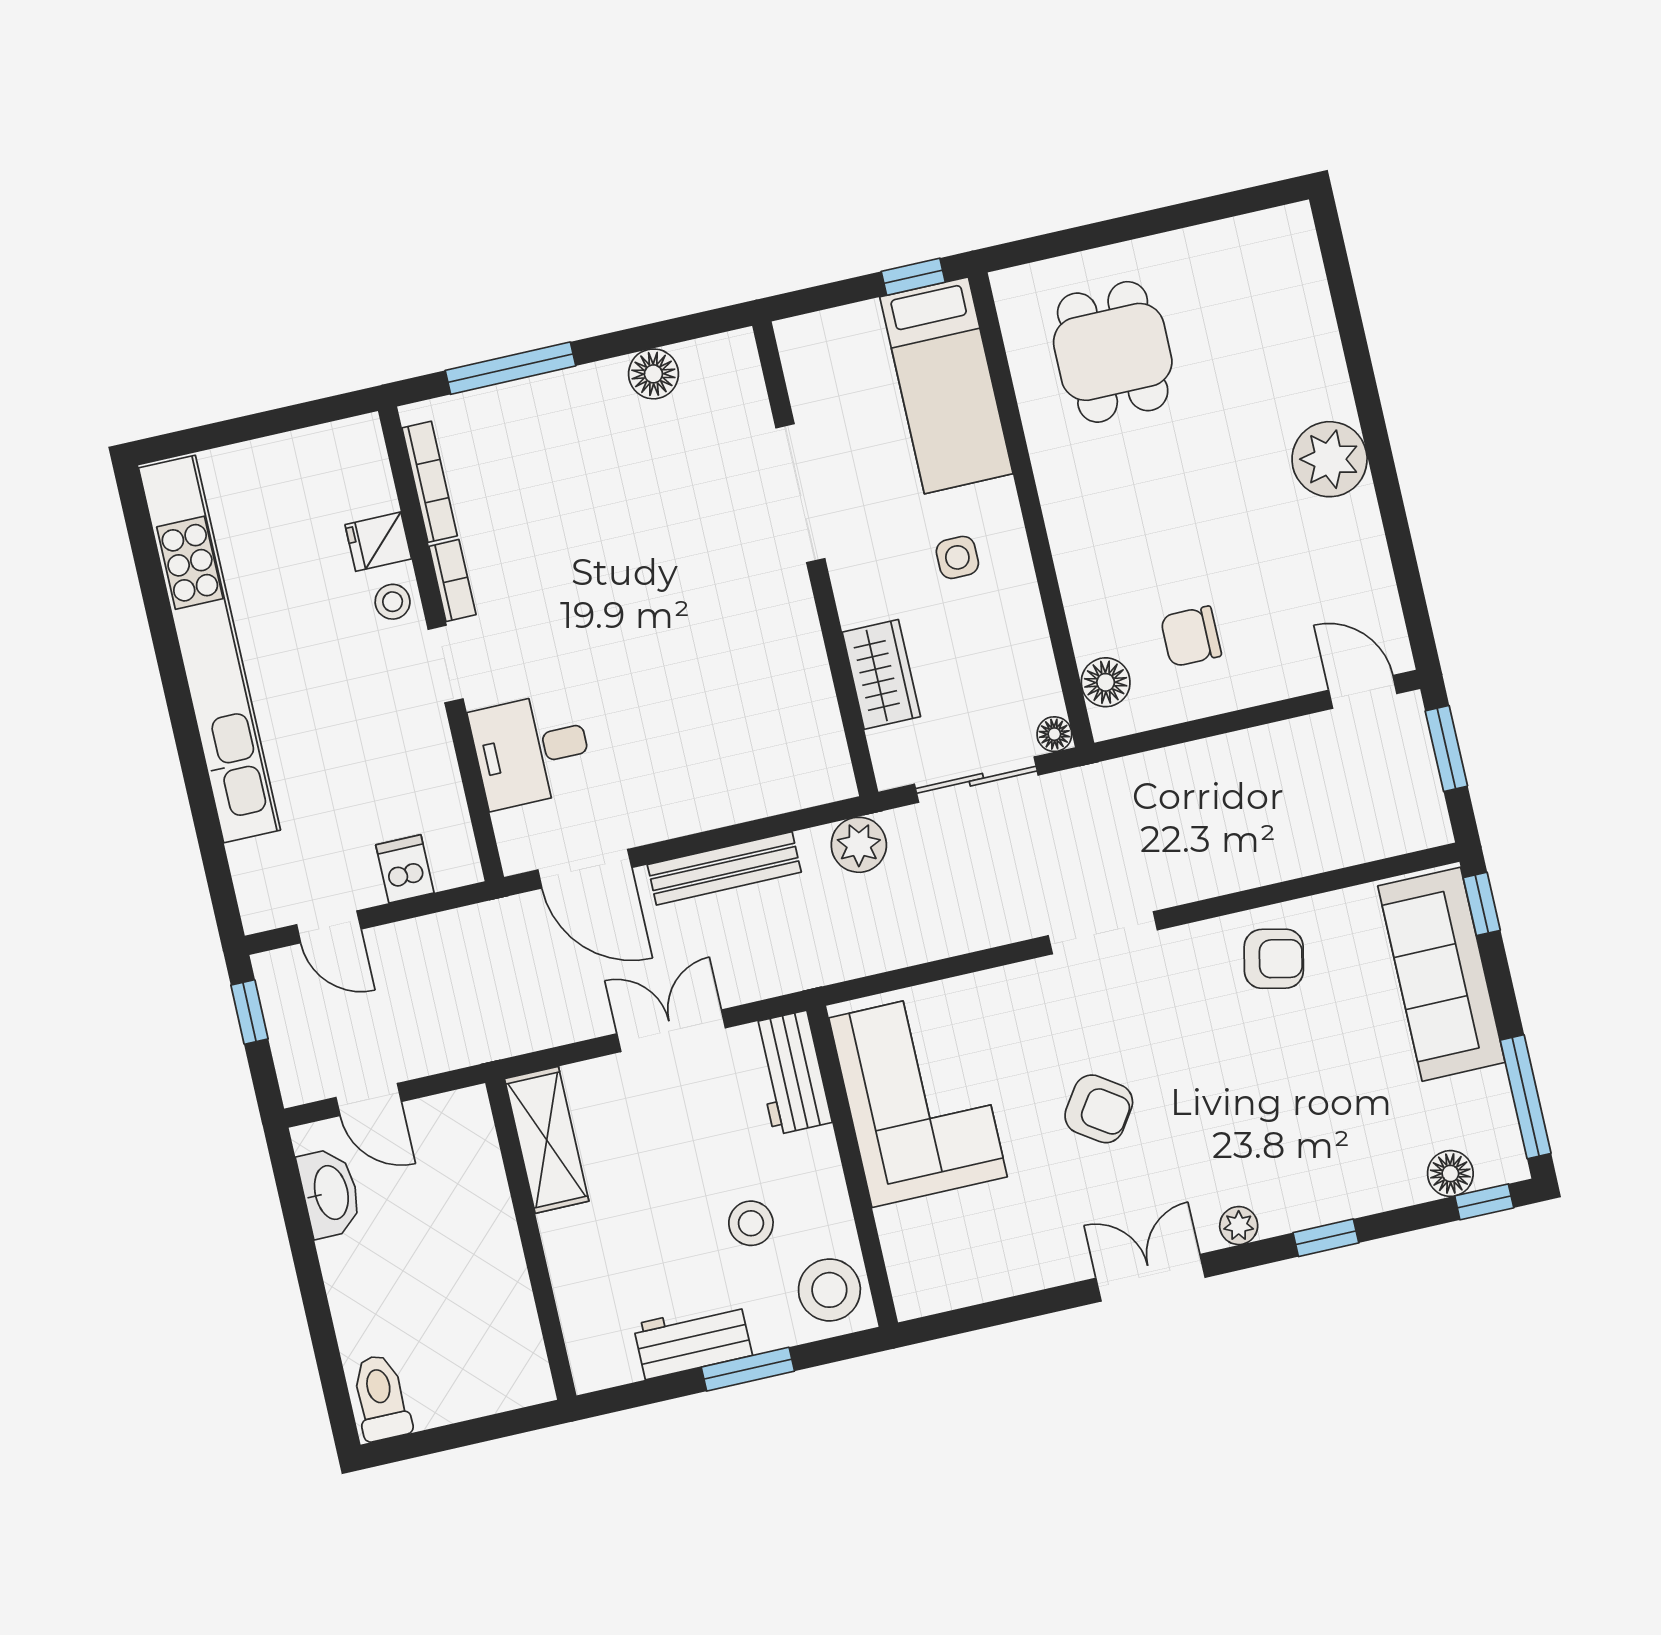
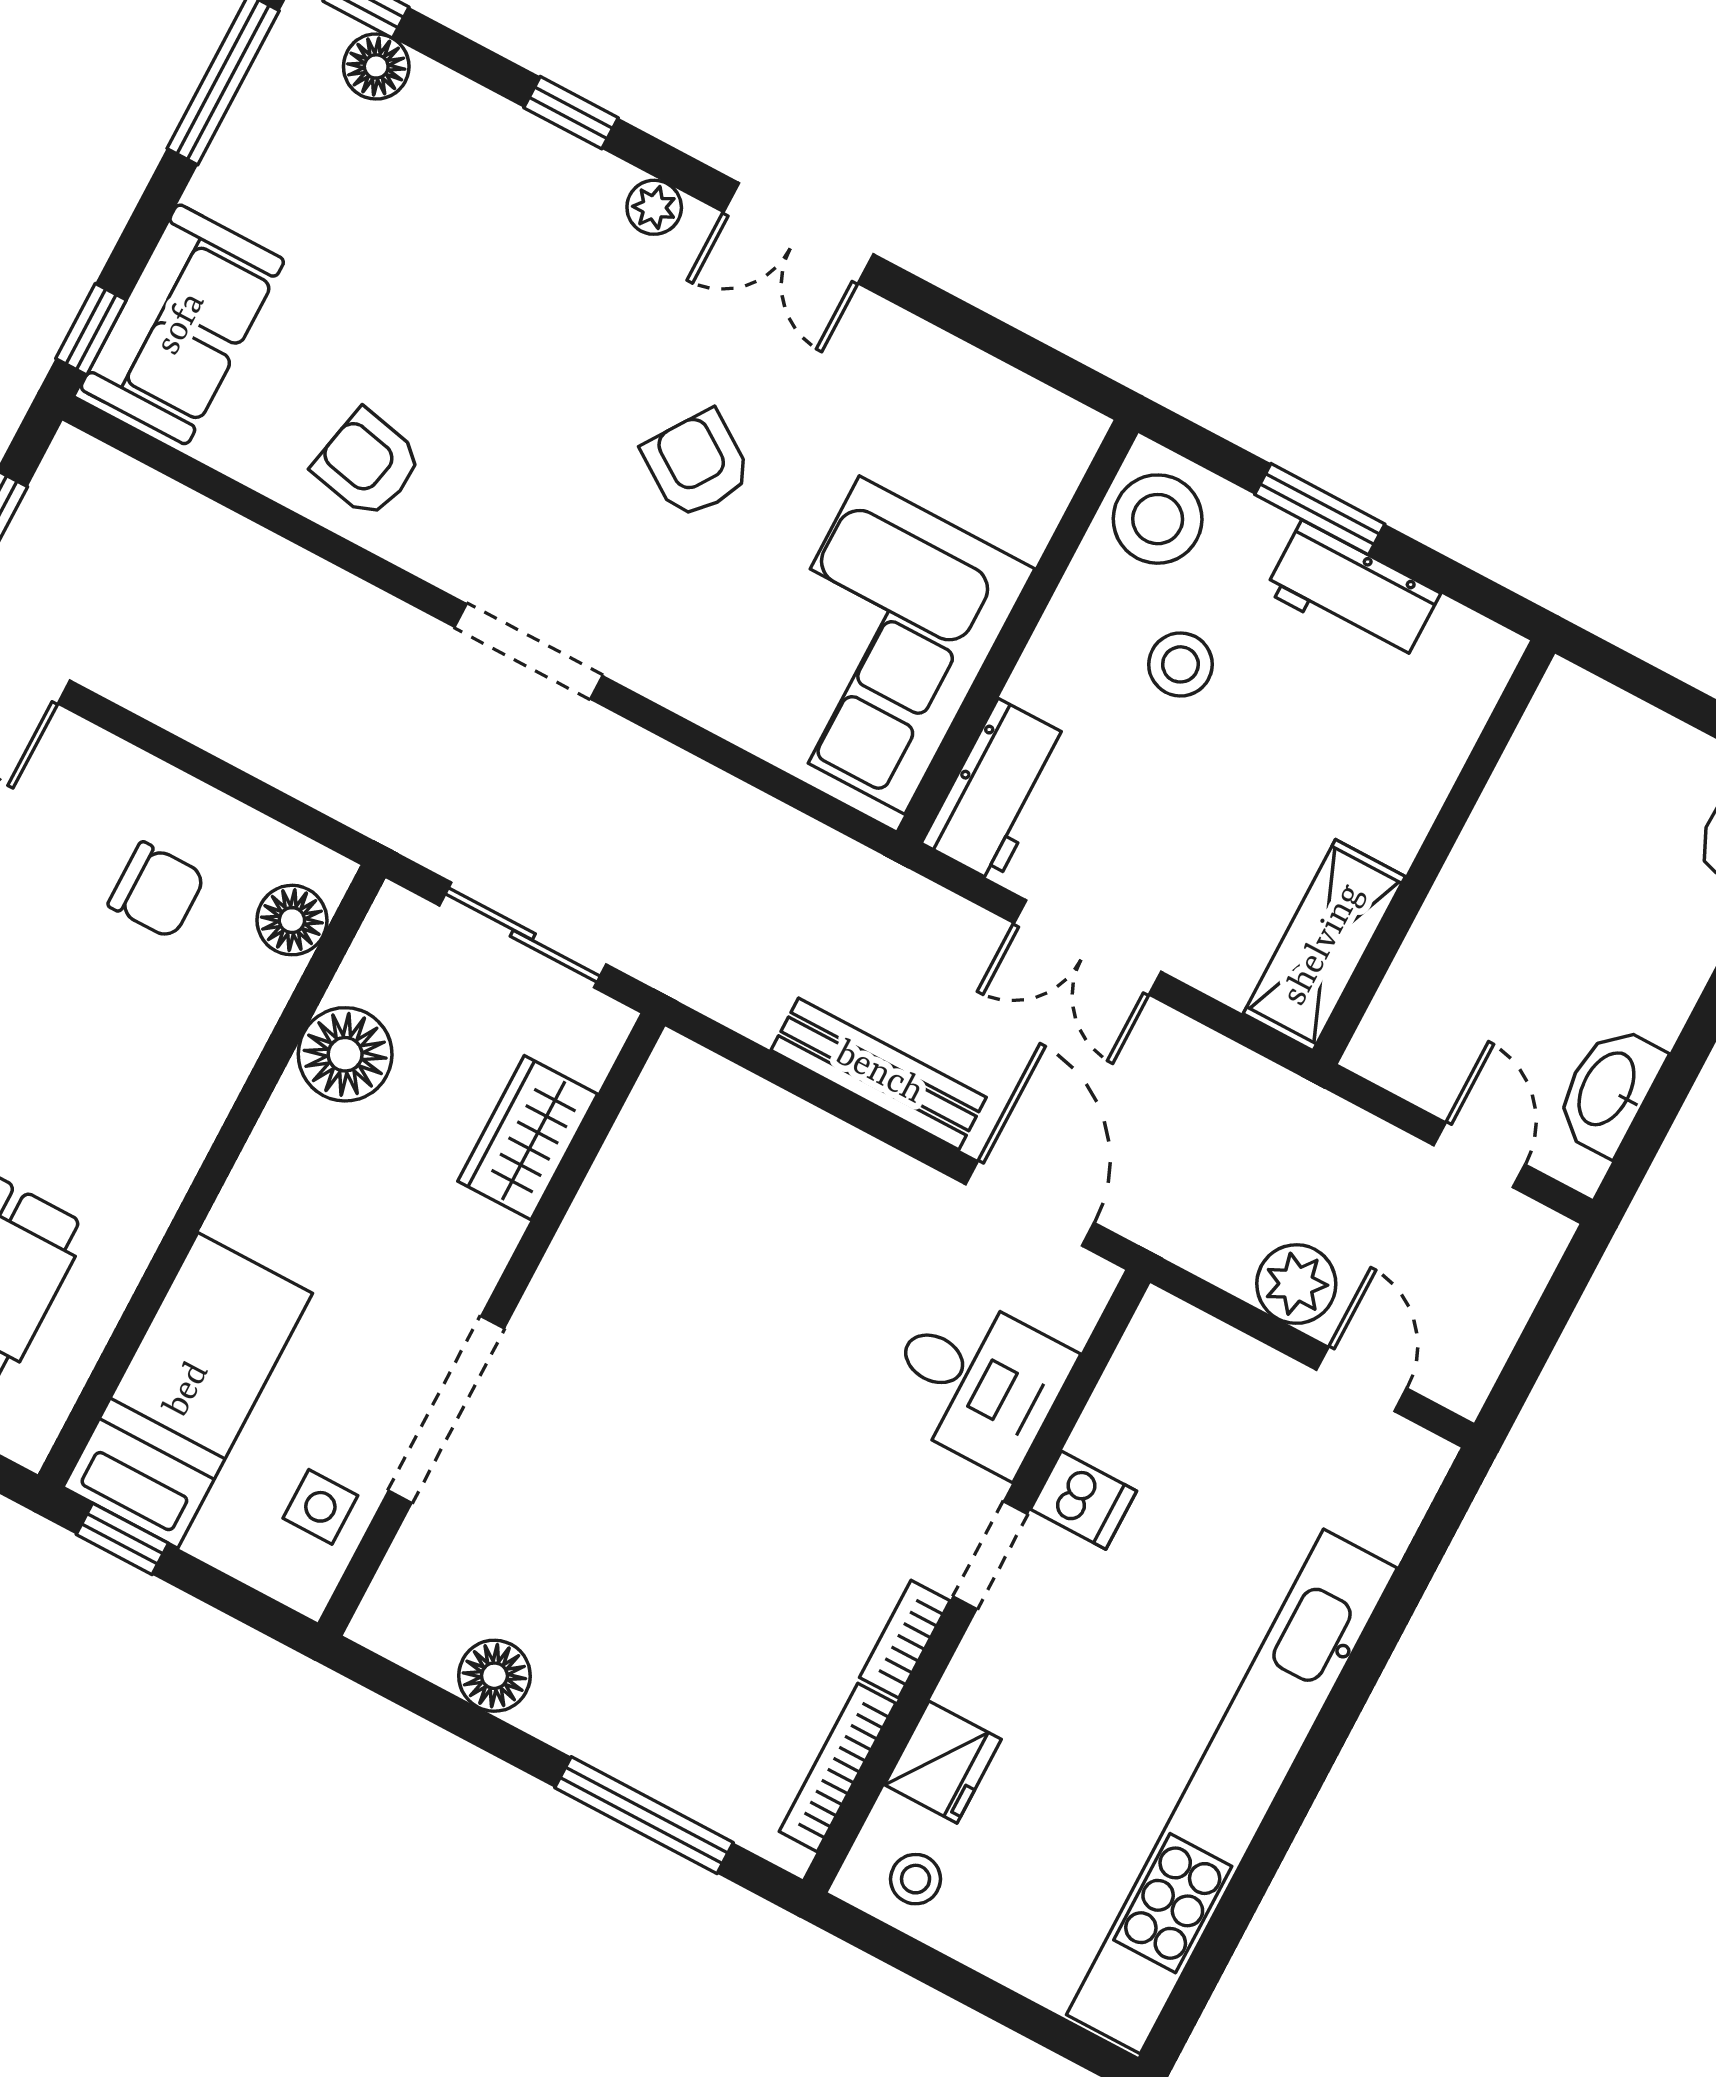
fridge: (378, 542) -> (943, 1762), width x1.38
side table: (957, 557) -> (320, 1507), moved
stool: (393, 602) -> (916, 1879), moved
floor lamp: (1054, 734) -> (345, 1054), moved, width x1.89, depth x1.89
plant: (859, 845) -> (1296, 1284), moved
dishwasher: (405, 869) -> (1083, 1500), moved, turned -90
sofa: (1441, 974) -> (182, 324), width x0.73
window: (249, 1012) -> (1527, 1361), removed

